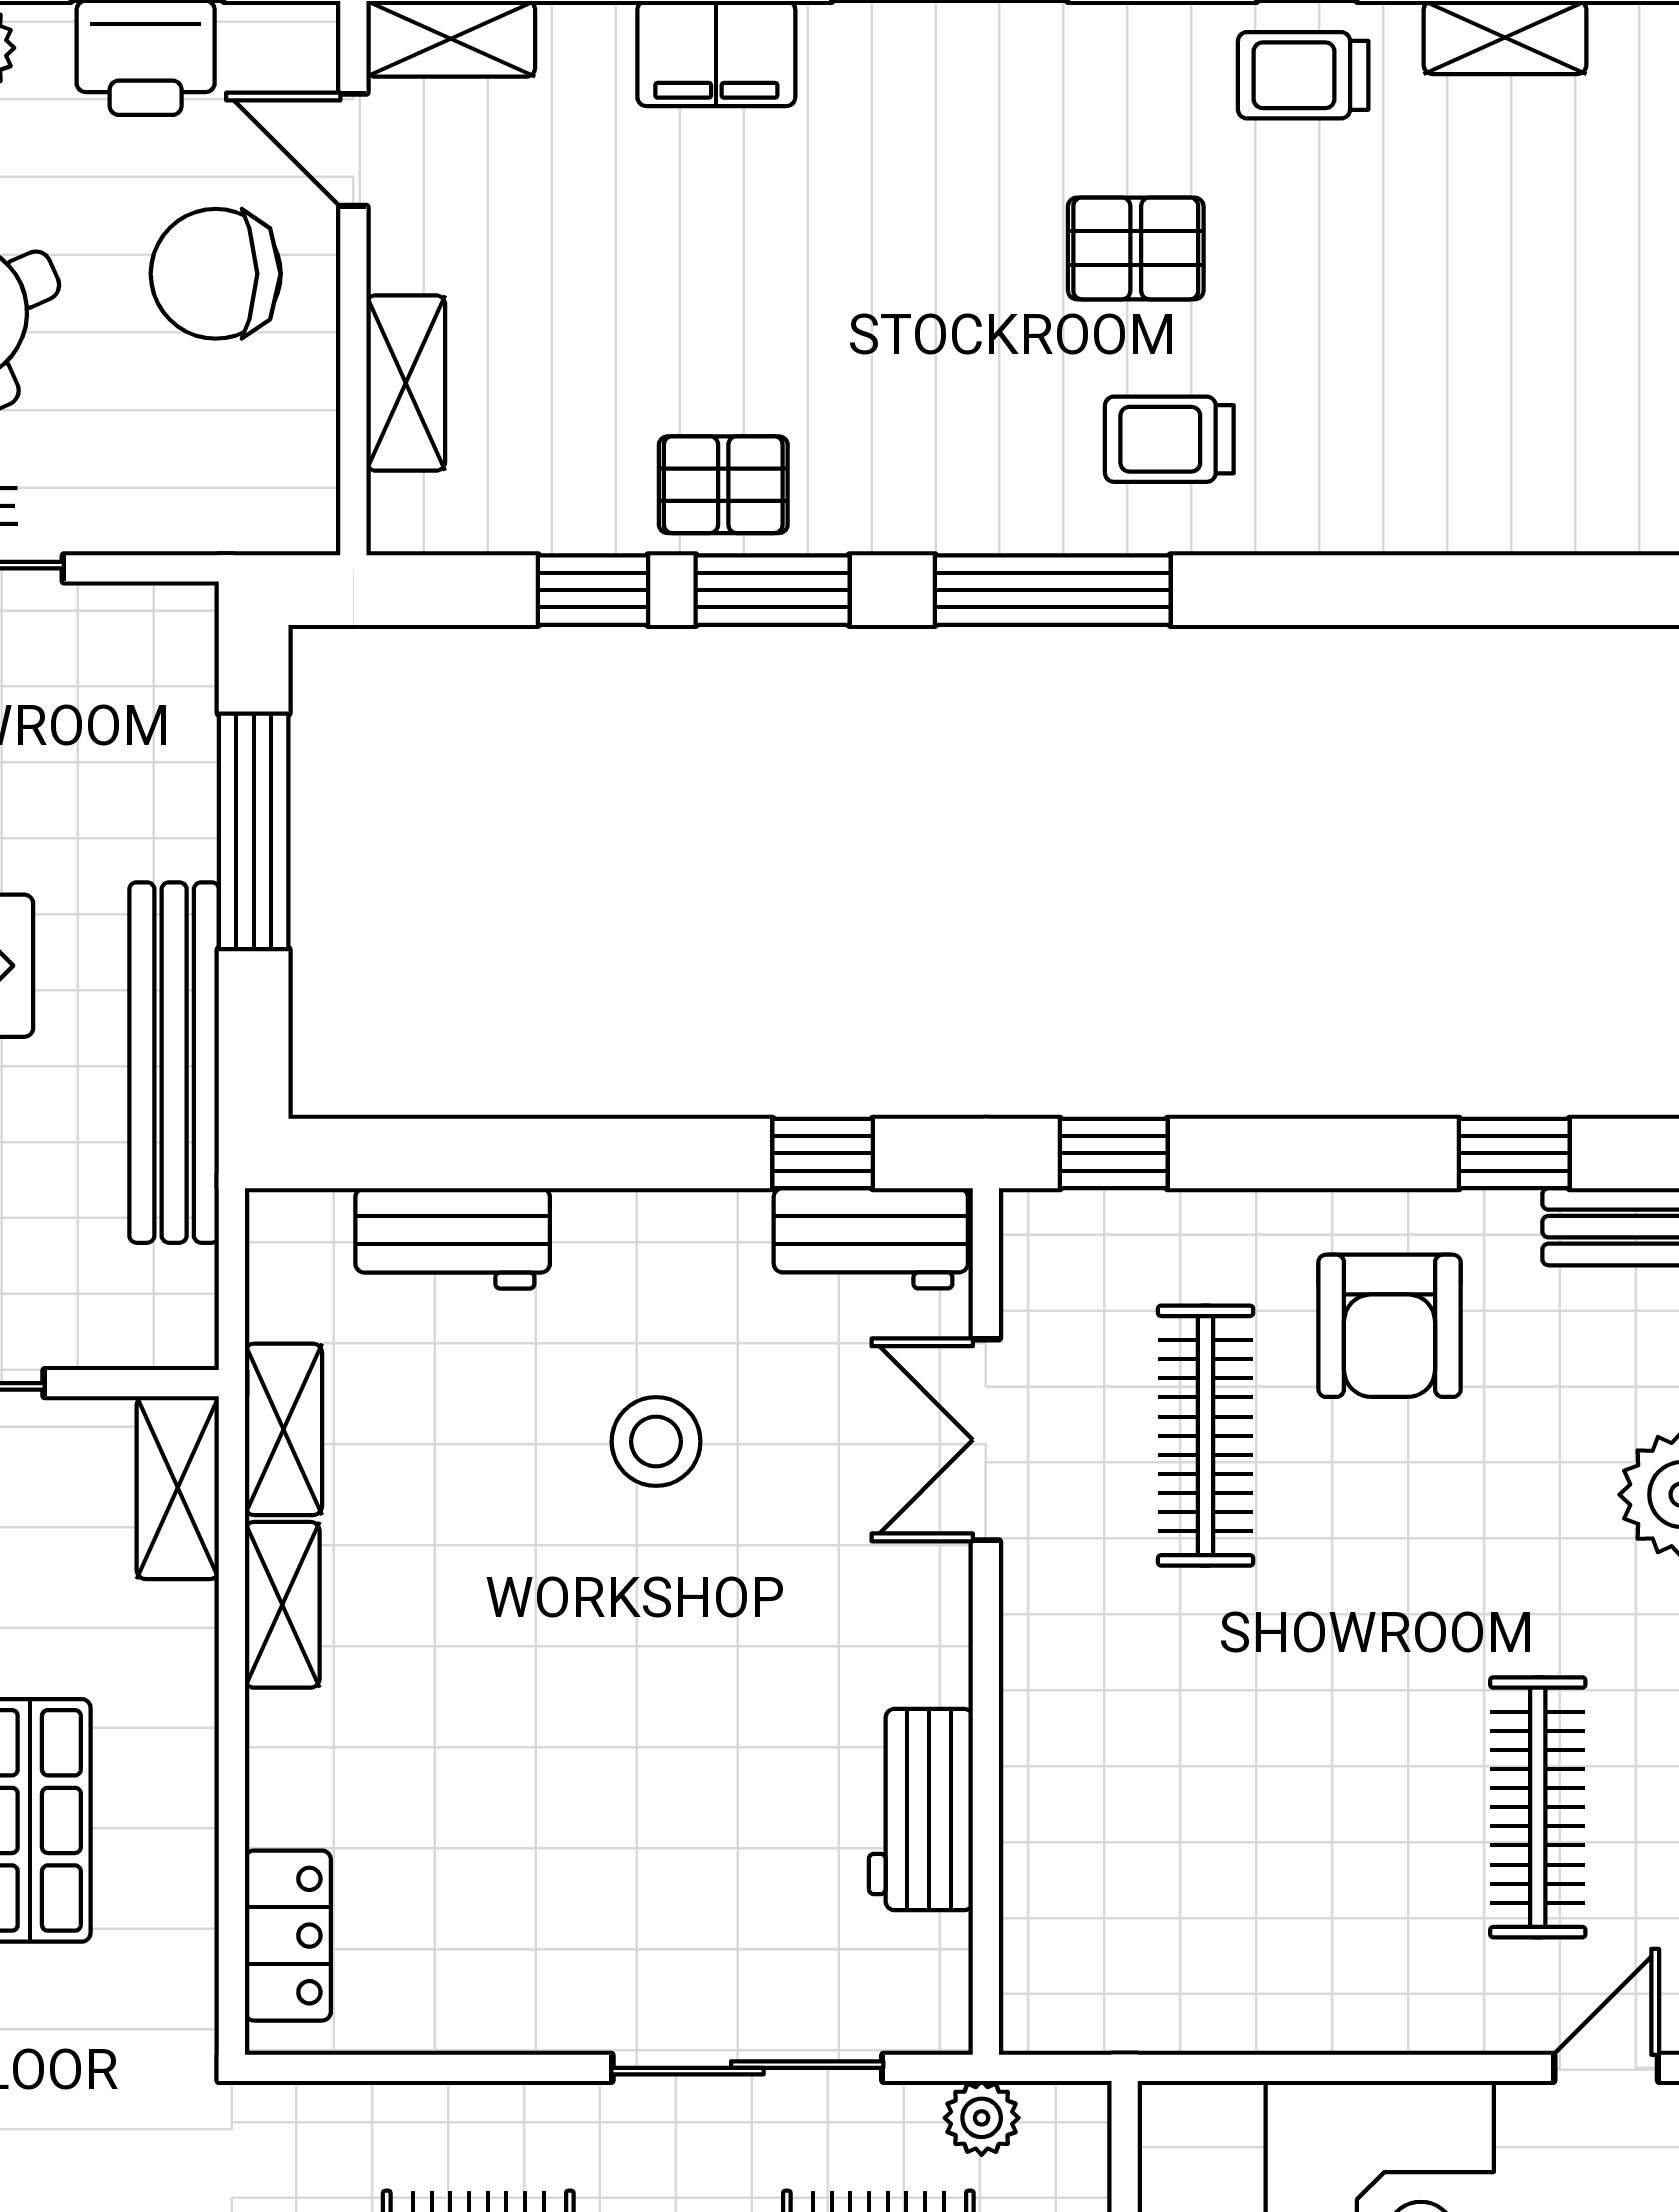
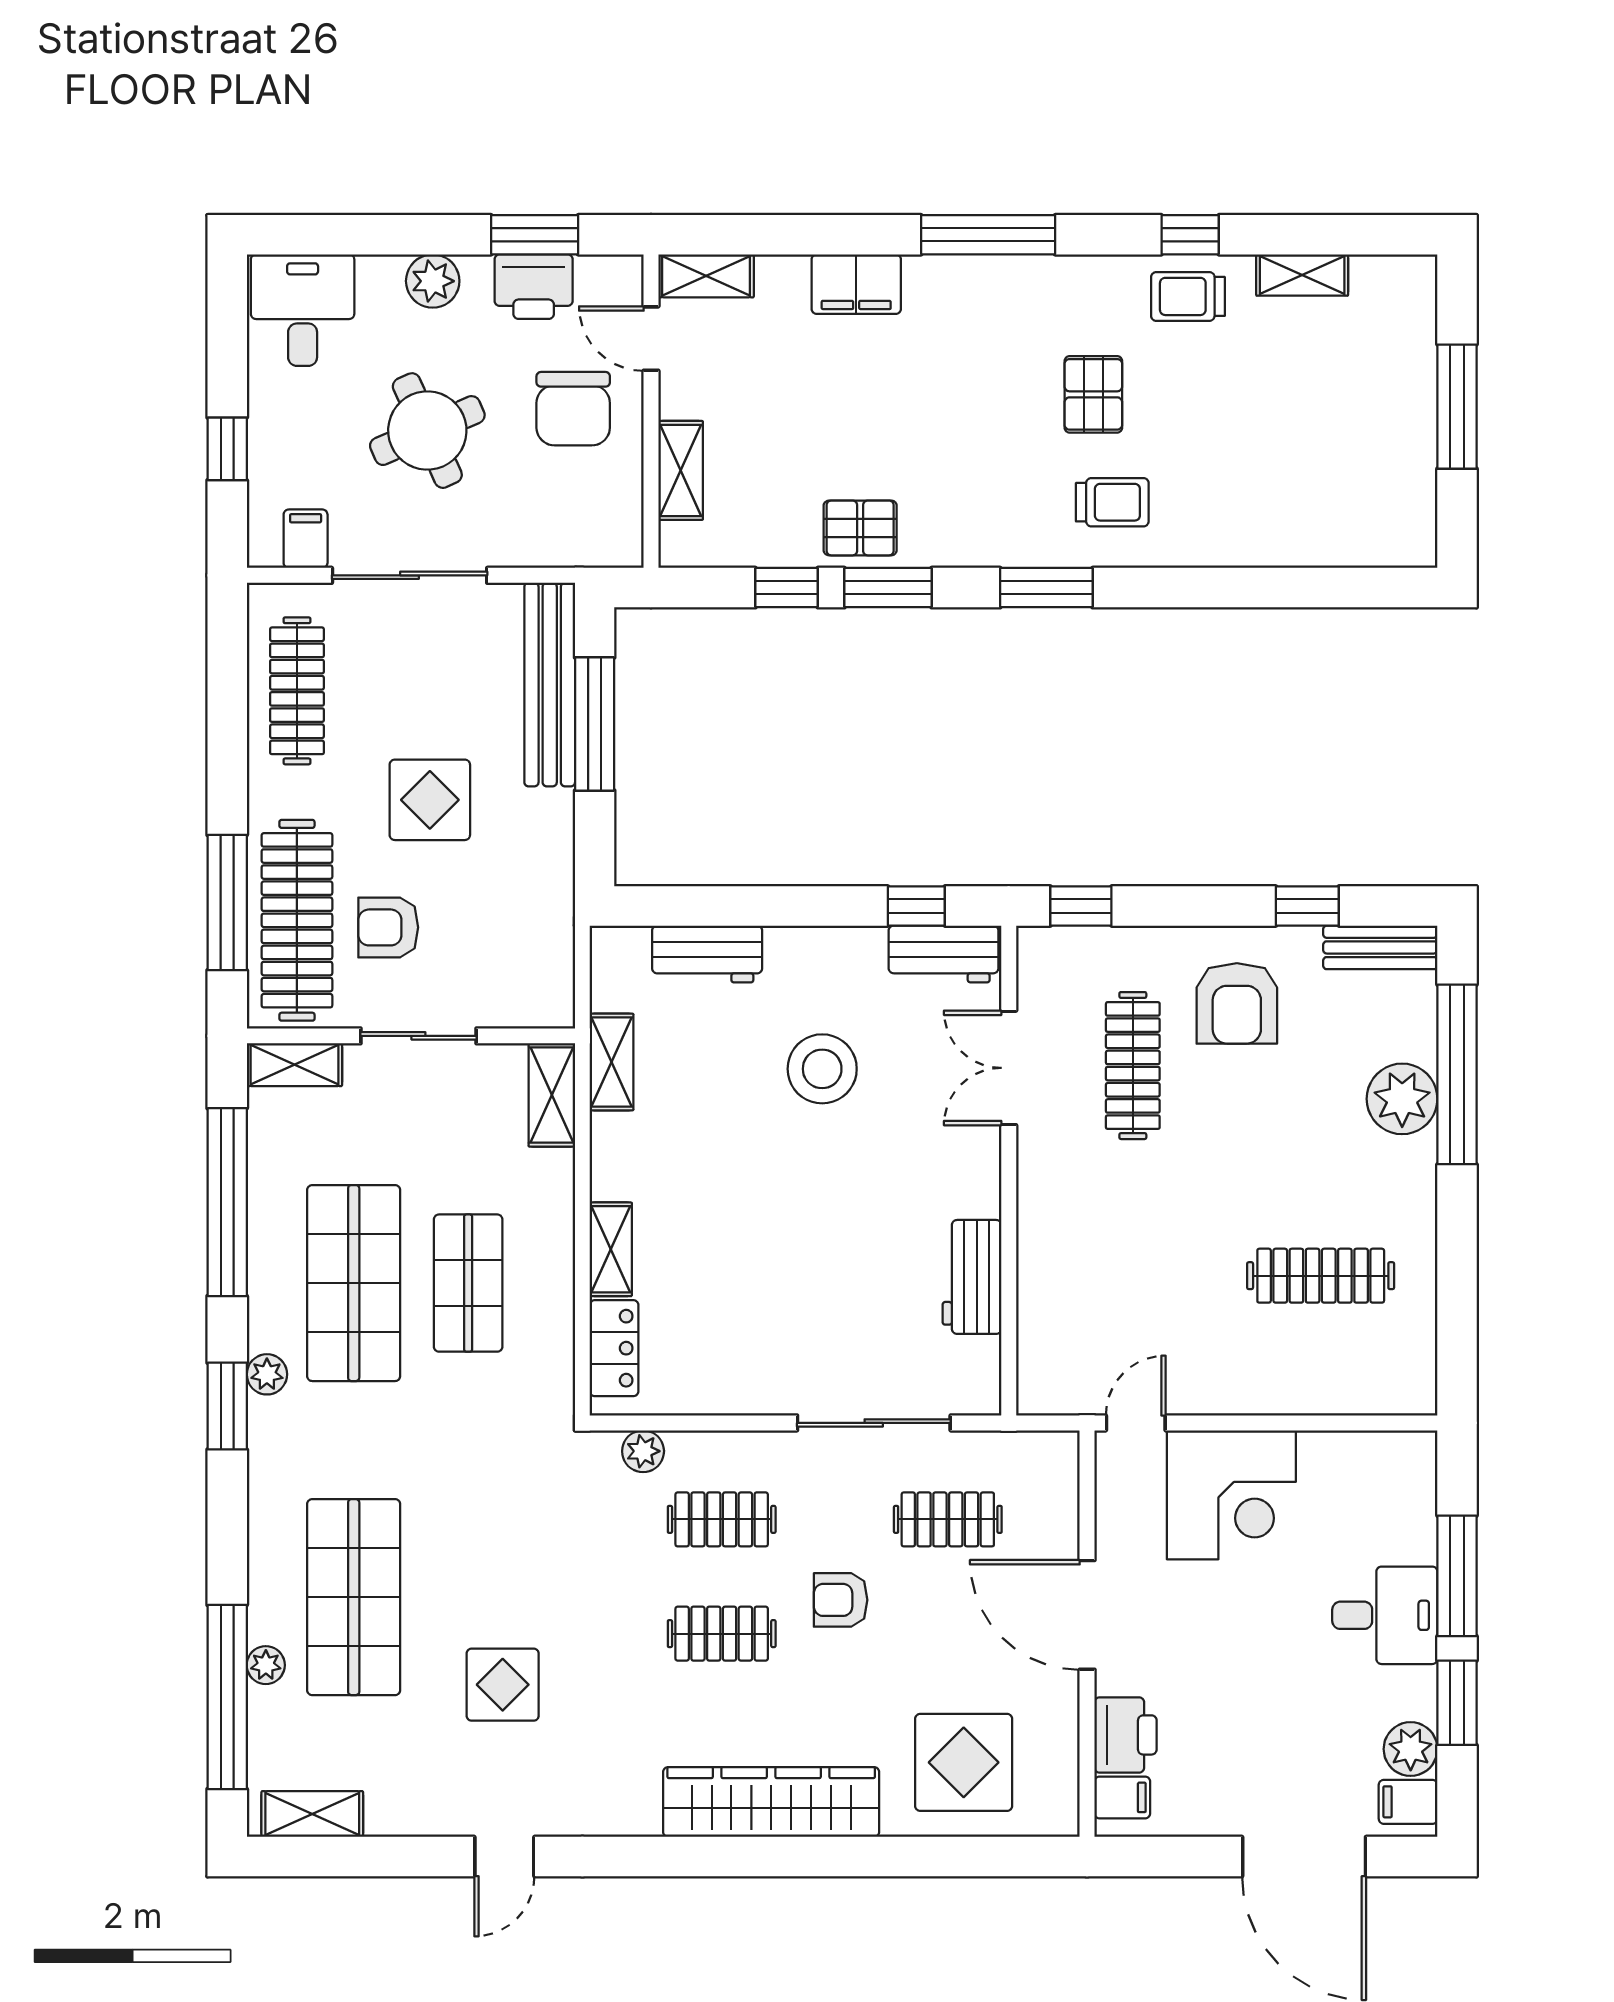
pallet: (1136, 248) -> (1093, 394), turned 90
chair: (216, 274) -> (573, 409), turned -90
trolley: (1169, 439) -> (1112, 502), turned 180
window: (1053, 590) -> (1046, 588), width x0.69
bench: (174, 1063) -> (550, 685), moved
stool: (656, 1442) -> (822, 1069), width x1.38, depth x1.38
shelving: (282, 1605) -> (611, 1249), moved
clothes rail: (1538, 1807) -> (1321, 1276), turned 90
door: (1606, 2068) -> (1136, 1423), moved
plant: (982, 2118) -> (643, 1451), moved

